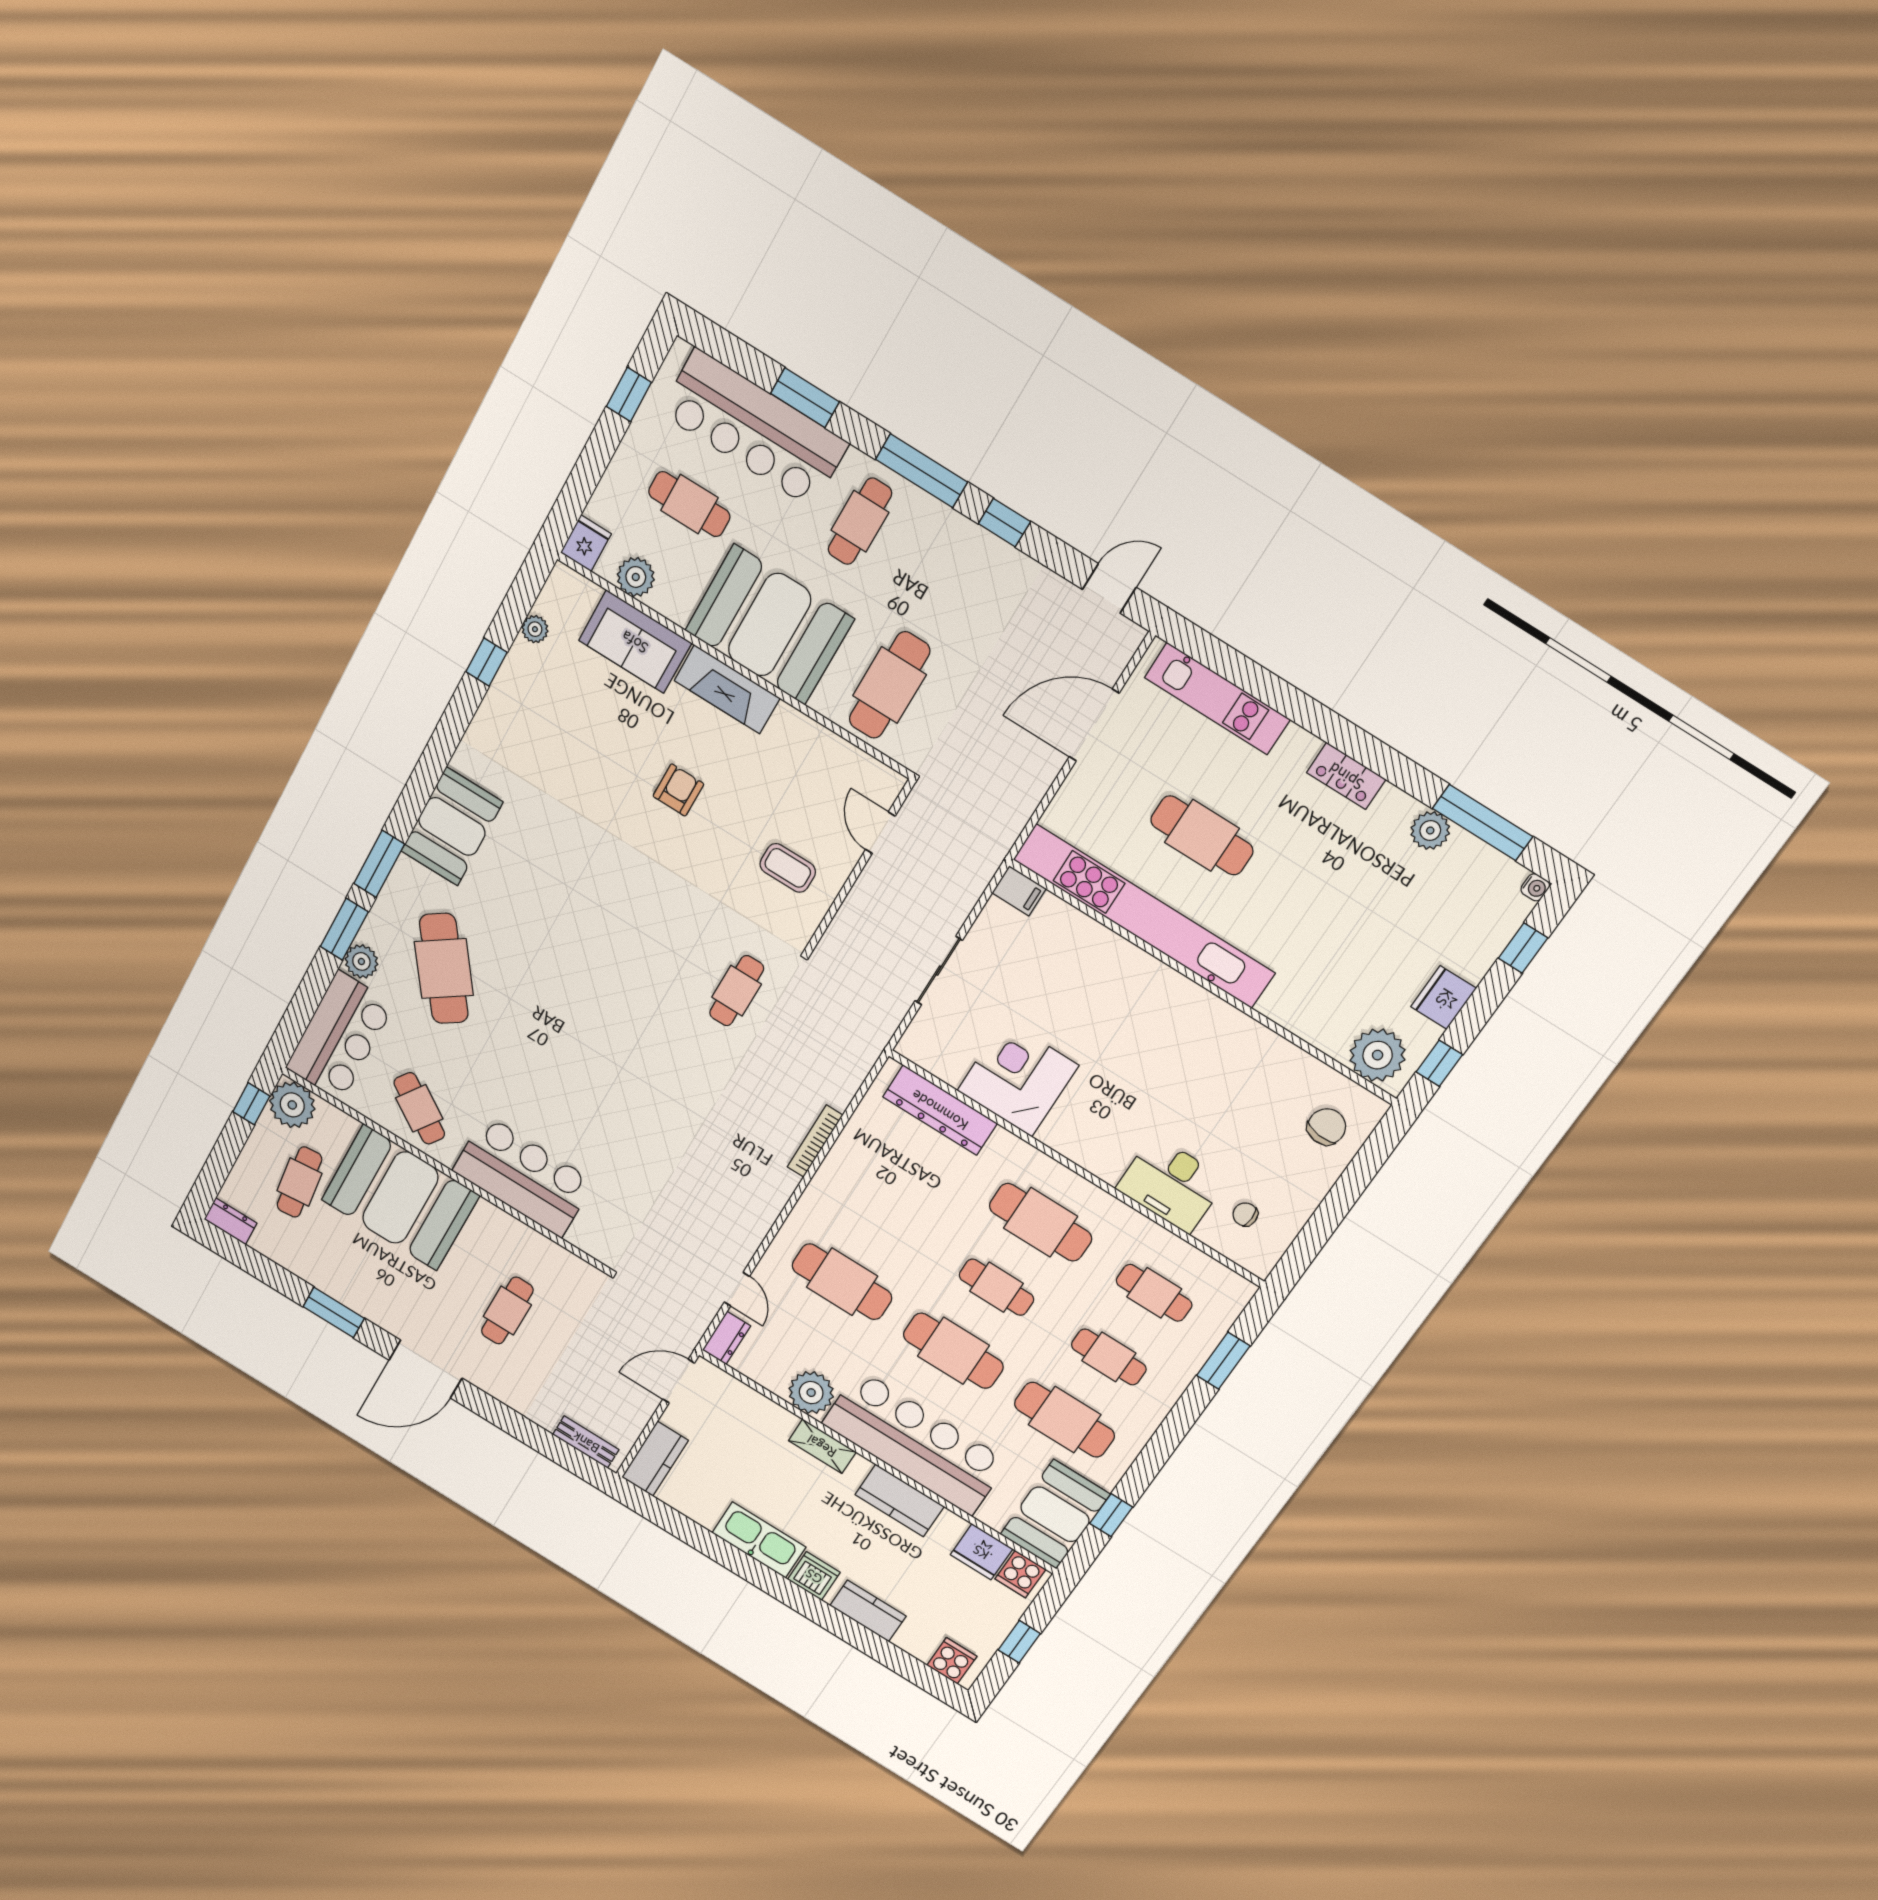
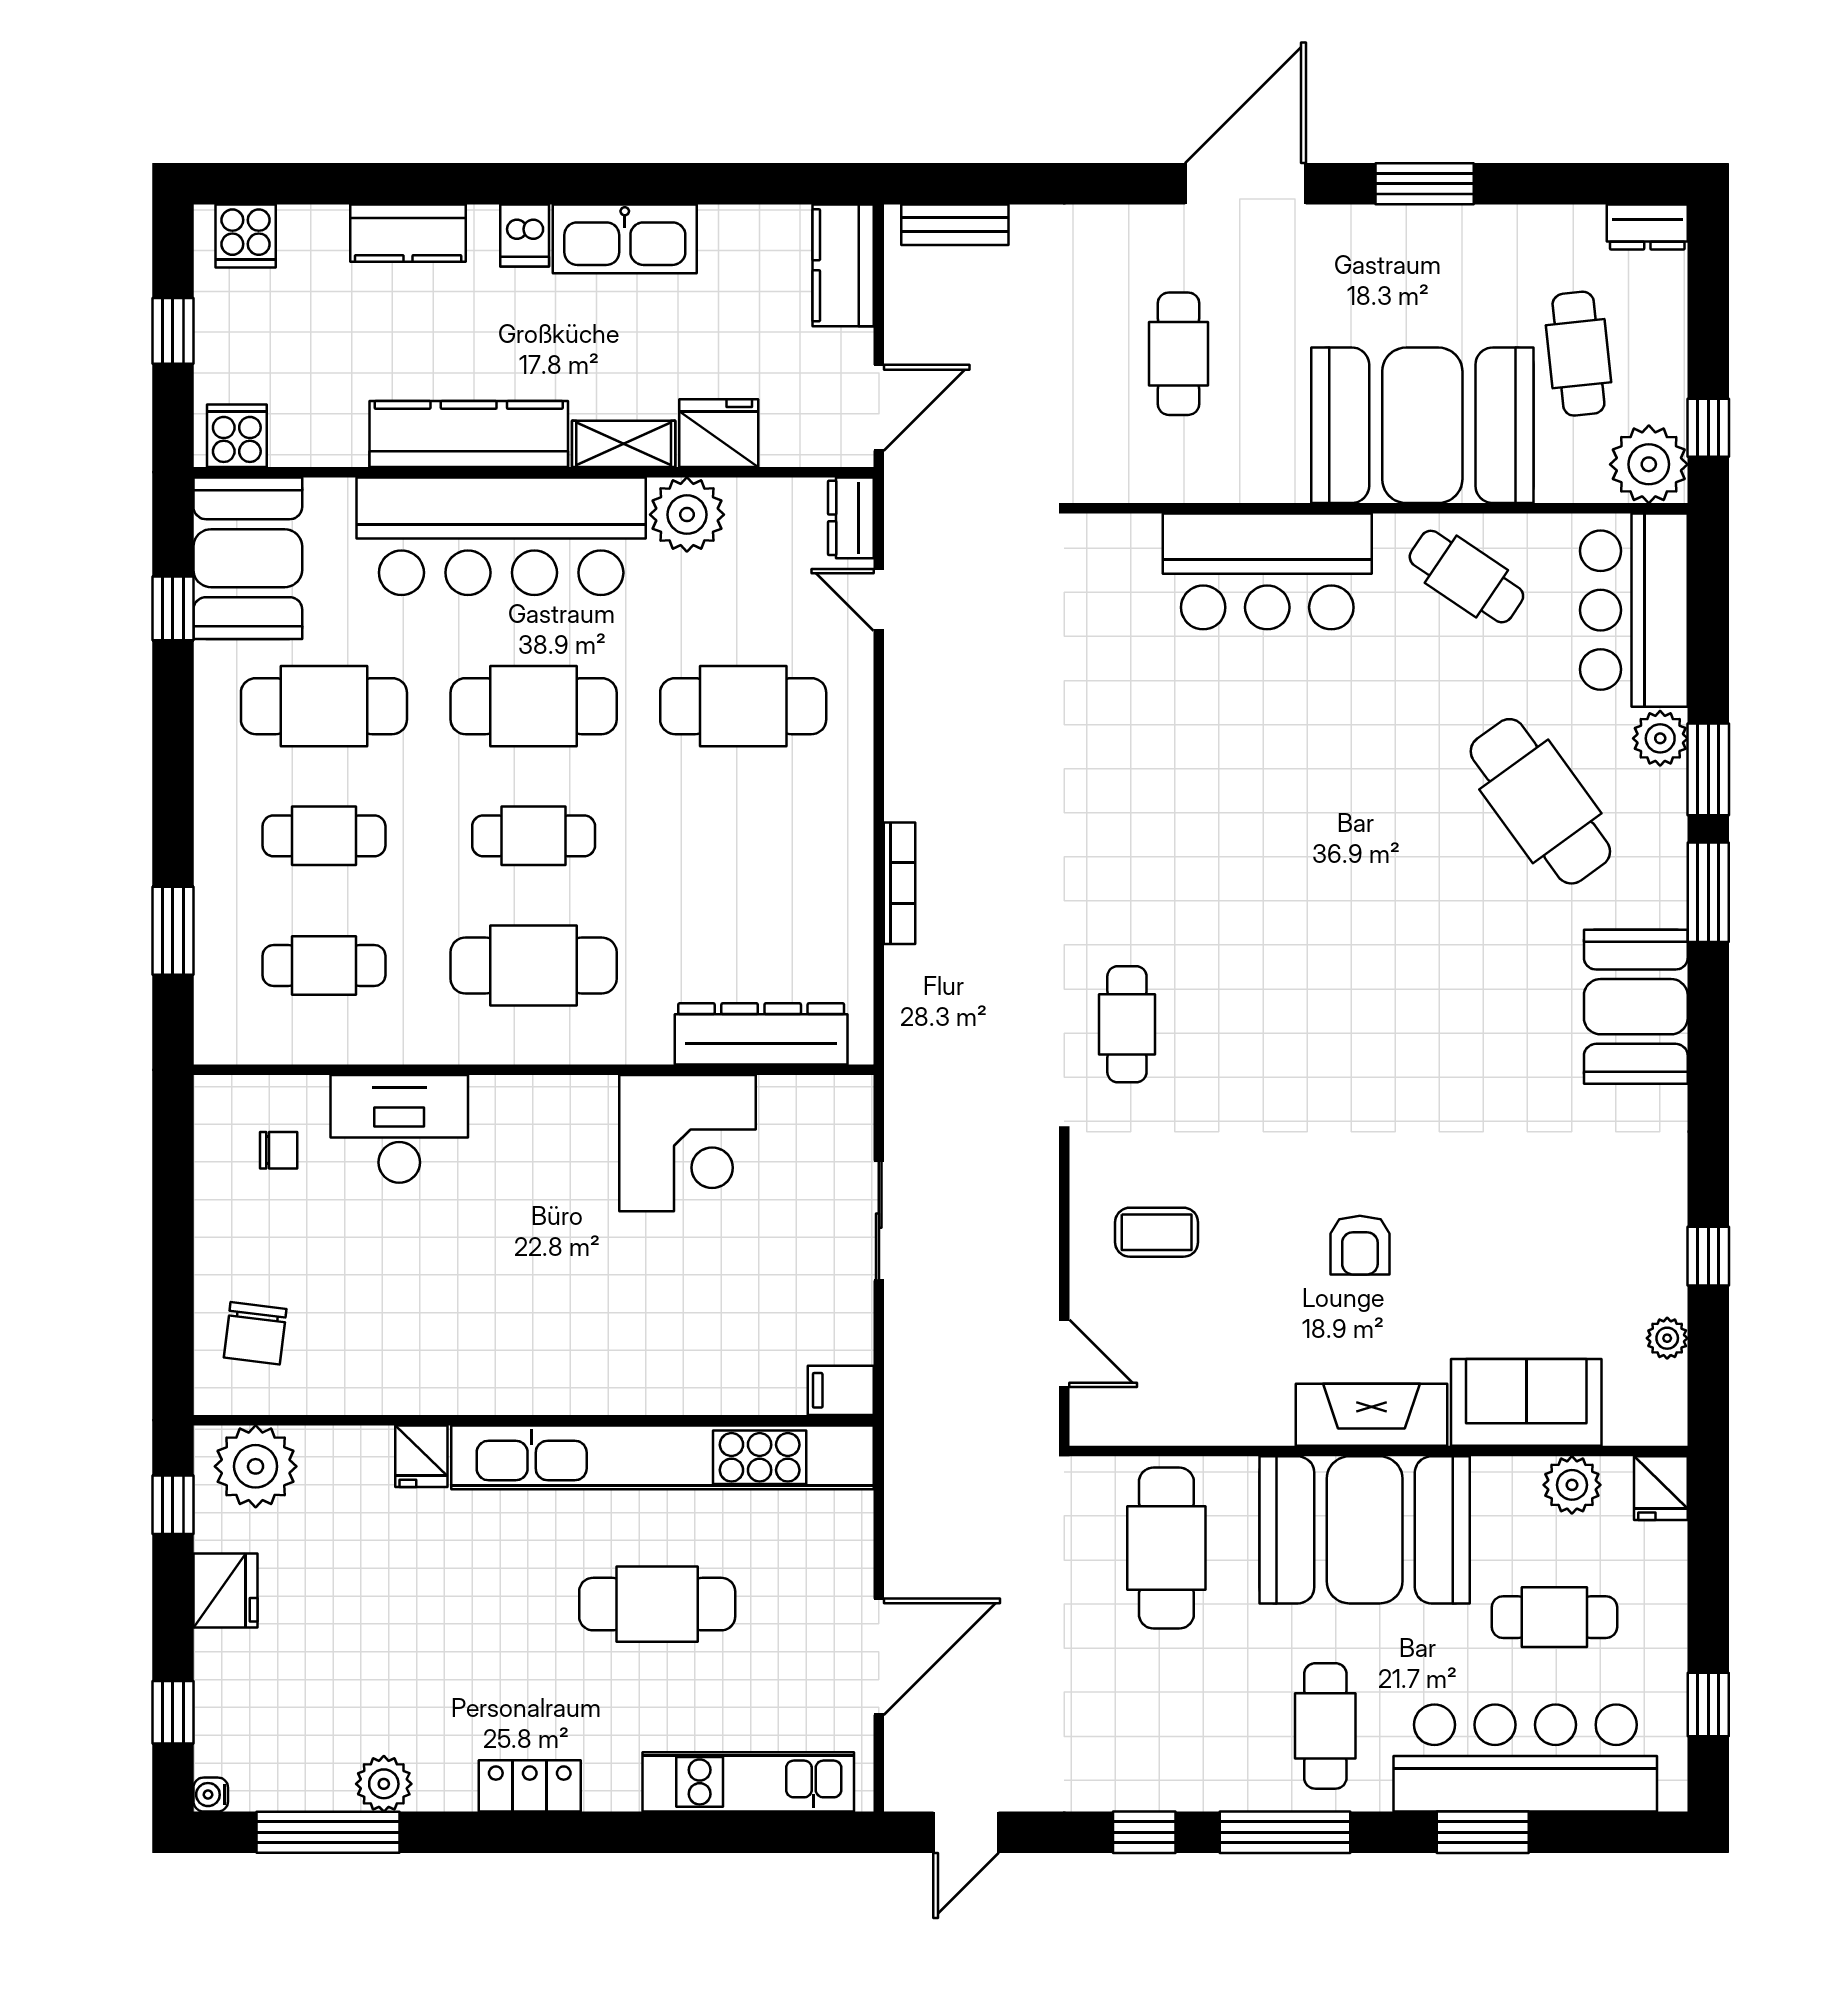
fridge: (1280, 1002) -> (421, 1456), added
kitchen counter: (900, 1501) -> (469, 434), width x1.50
fridge: (981, 1552) -> (719, 433), moved
dishwasher: (814, 1576) -> (525, 235), width x0.73

